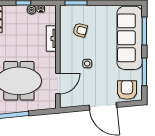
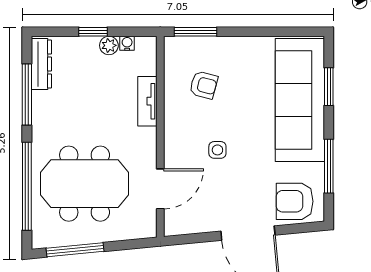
window: (144, 31) -> (329, 87), width x0.69
armchair: (127, 90) -> (295, 201), turned -90

